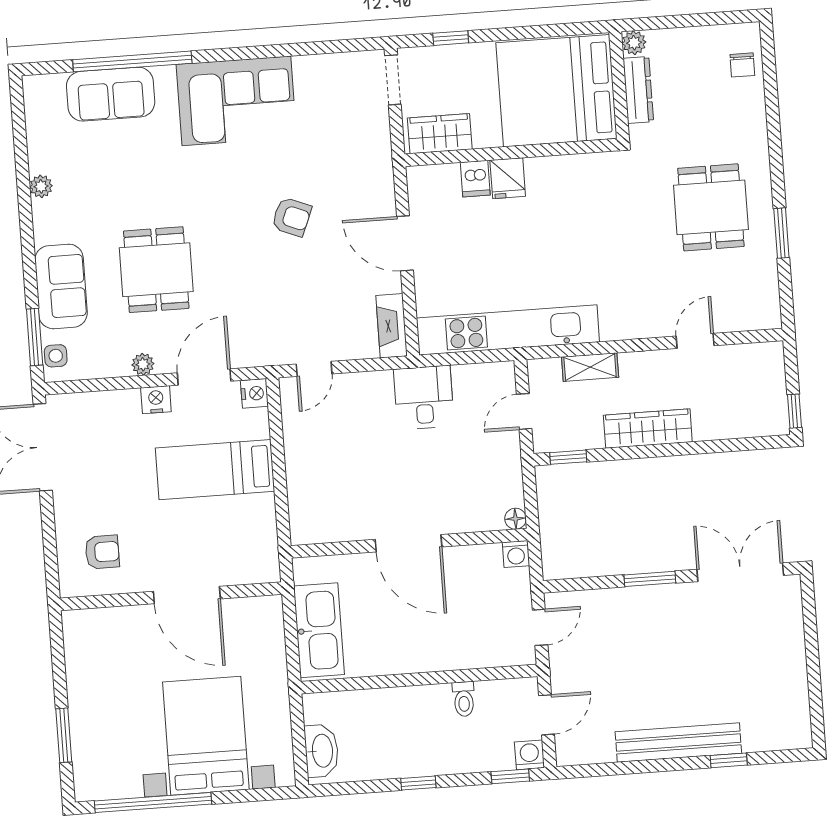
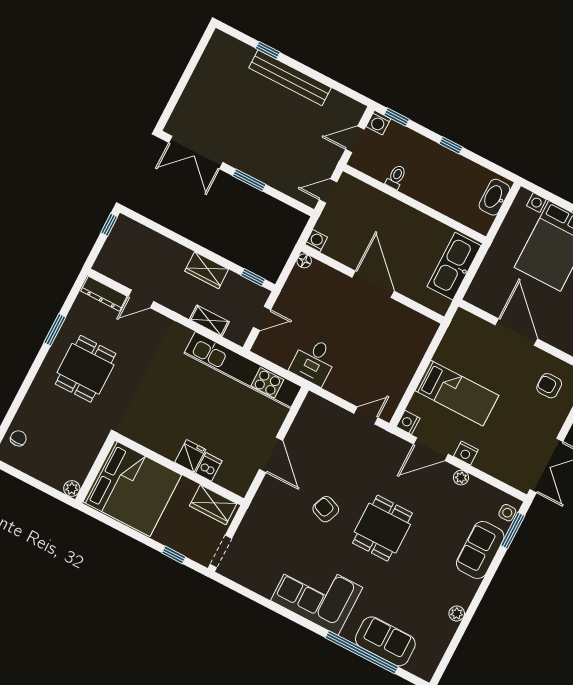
dresser: (638, 90) -> (104, 294), moved, turned -90
dining table: (156, 270) -> (382, 528), moved
fireplace: (392, 326) -> (307, 413), removed
wardrobe: (648, 429) -> (207, 270), width x0.67

